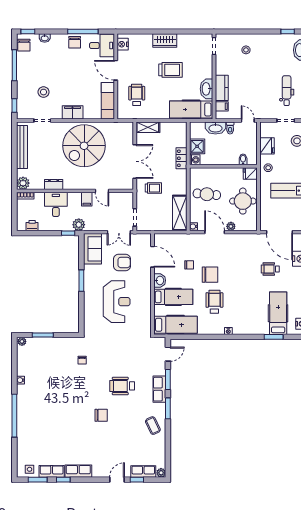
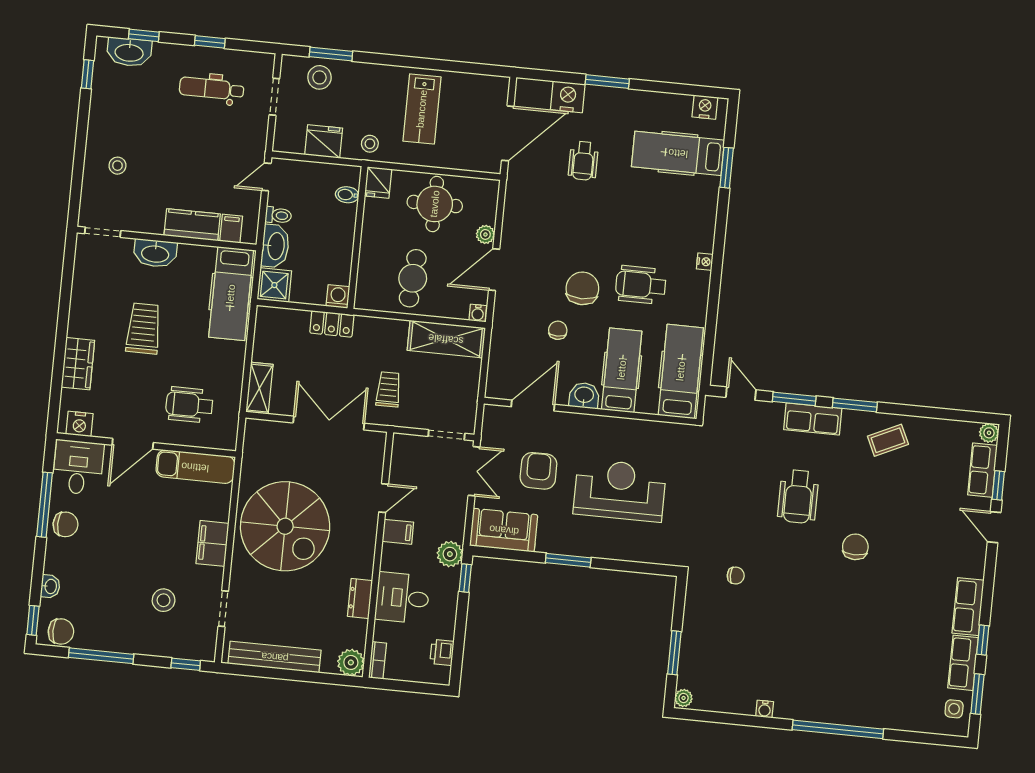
wardrobe: (165, 41) -> (78, 364), moved
washbasin: (206, 89) -> (155, 253), moved
shower: (197, 146) -> (274, 285), moved

